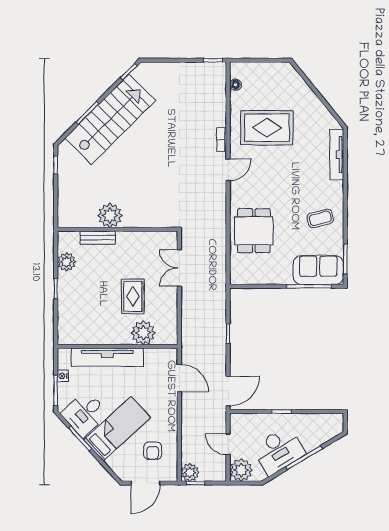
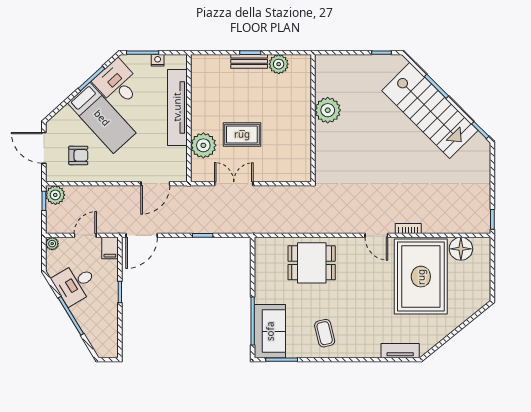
floor lamp: (236, 85) -> (461, 249), width x1.89, depth x1.89
rug: (267, 128) -> (421, 277), width x1.37, depth x1.44
tv unit: (337, 155) -> (400, 351), width x0.71
bench: (98, 238) -> (249, 61), moved, turned 90
double door: (179, 268) -> (234, 184), moved
door: (228, 391) -> (142, 235), hinge flipped
filing cabinet: (240, 421) -> (110, 248), added
armchair: (153, 451) -> (78, 155), turned 180
desk: (279, 451) -> (75, 284), width x0.73
plant: (241, 470) -> (52, 244), width x0.53, depth x0.53

